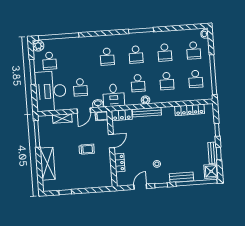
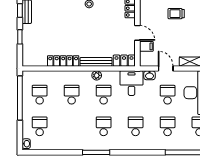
school desk: (165, 52) -> (168, 126), moved
locker: (190, 110) -> (63, 61), moved
door: (84, 111) -> (166, 69), hinge flipped
filing cabinet: (101, 116) -> (146, 46), moved
door: (111, 141) -> (137, 33), swing flipped
trolley: (87, 149) -> (176, 14), moved

